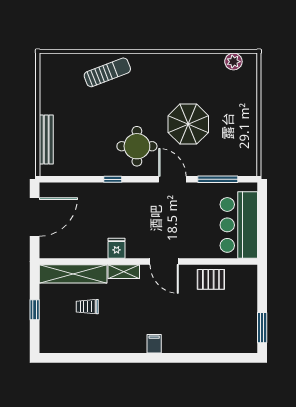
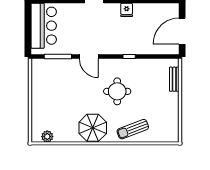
parasol: (188, 124) -> (93, 128), moved
bench: (46, 139) -> (174, 79), width x0.73
round table: (137, 146) -> (117, 91), moved

